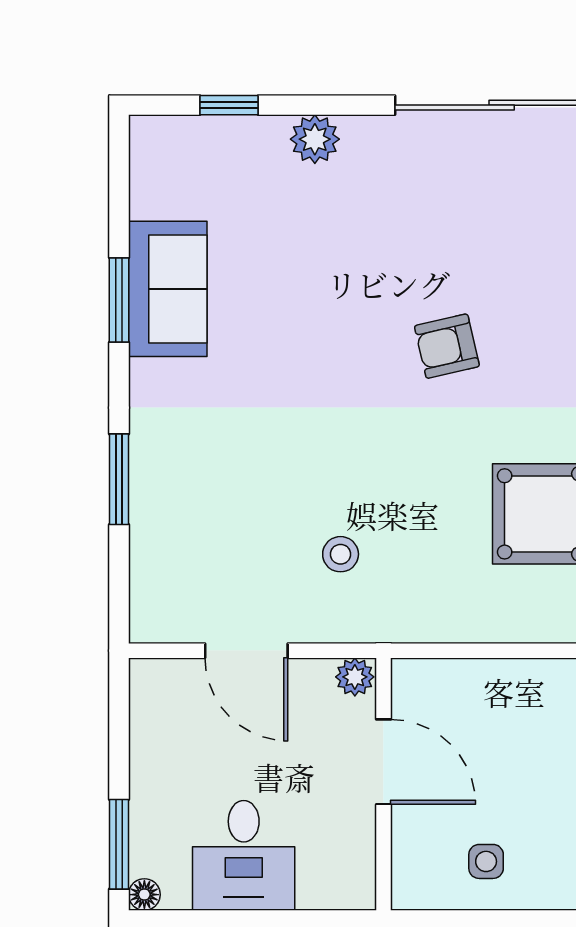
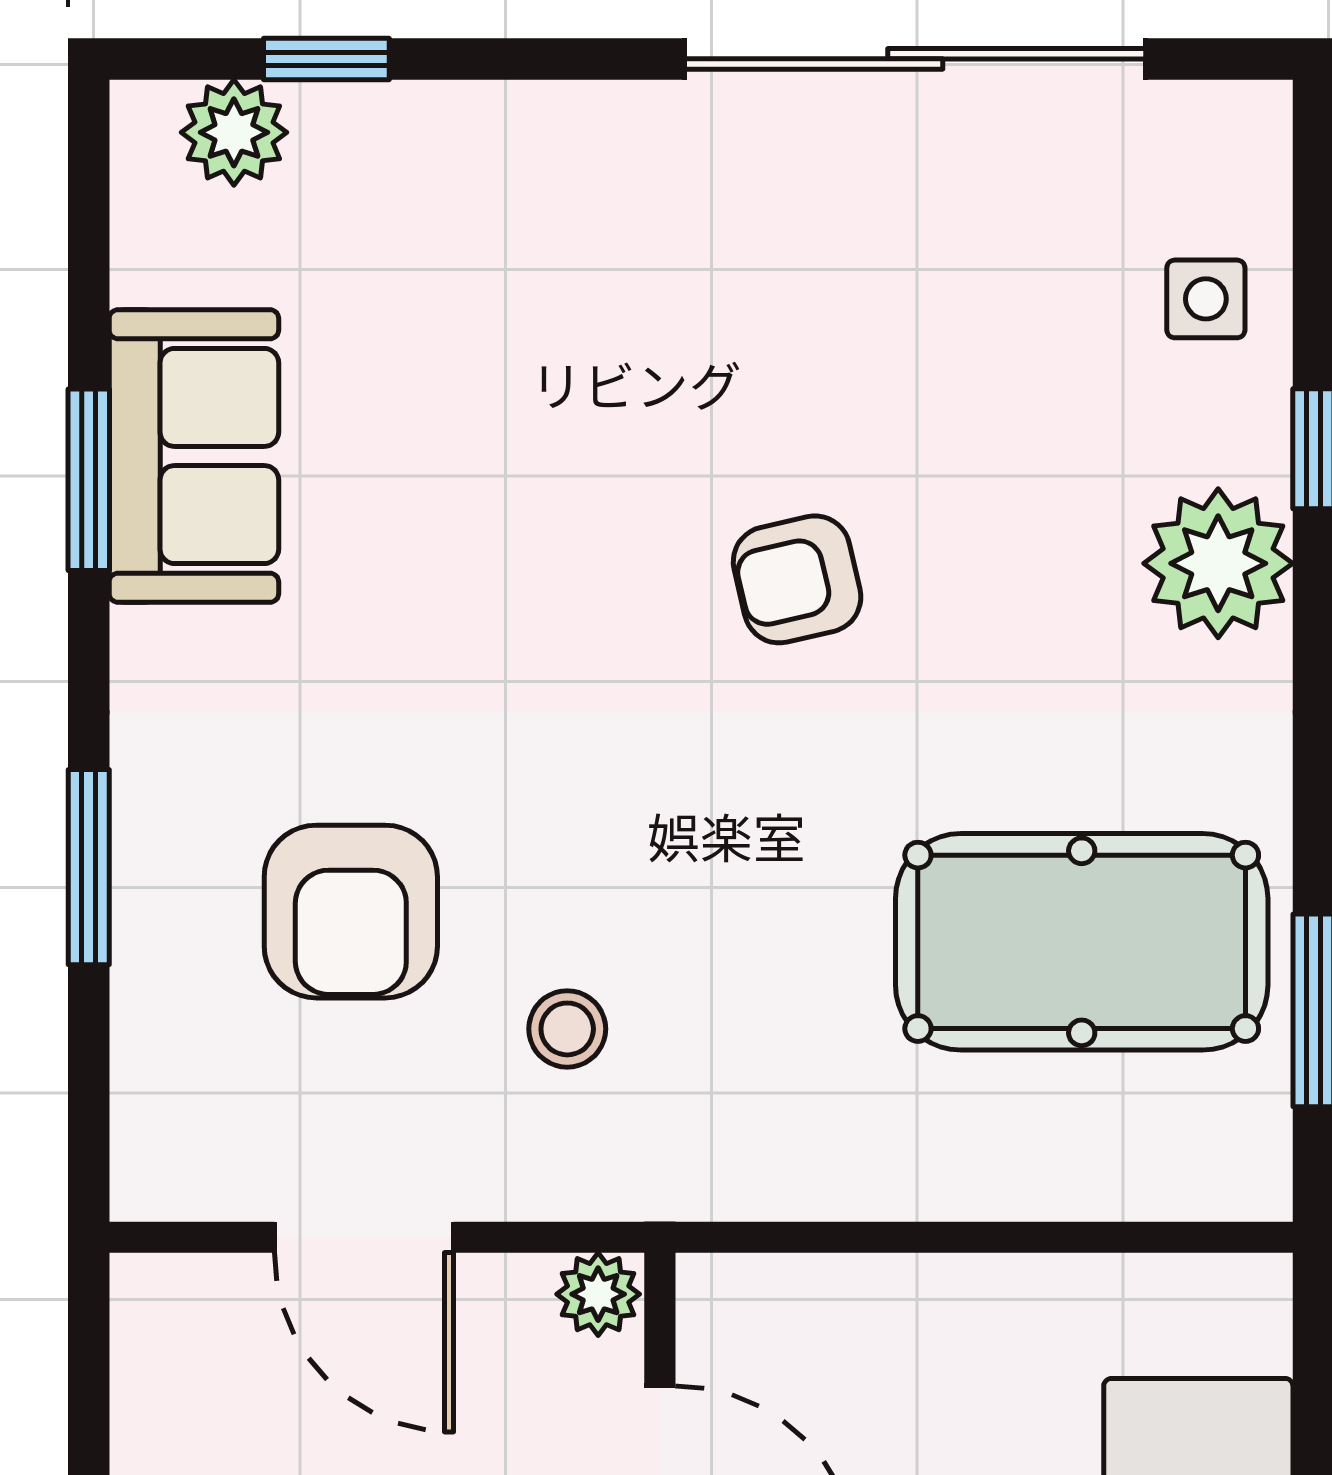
plant: (315, 139) -> (234, 132), moved
armchair: (240, 500) -> (351, 912), added

